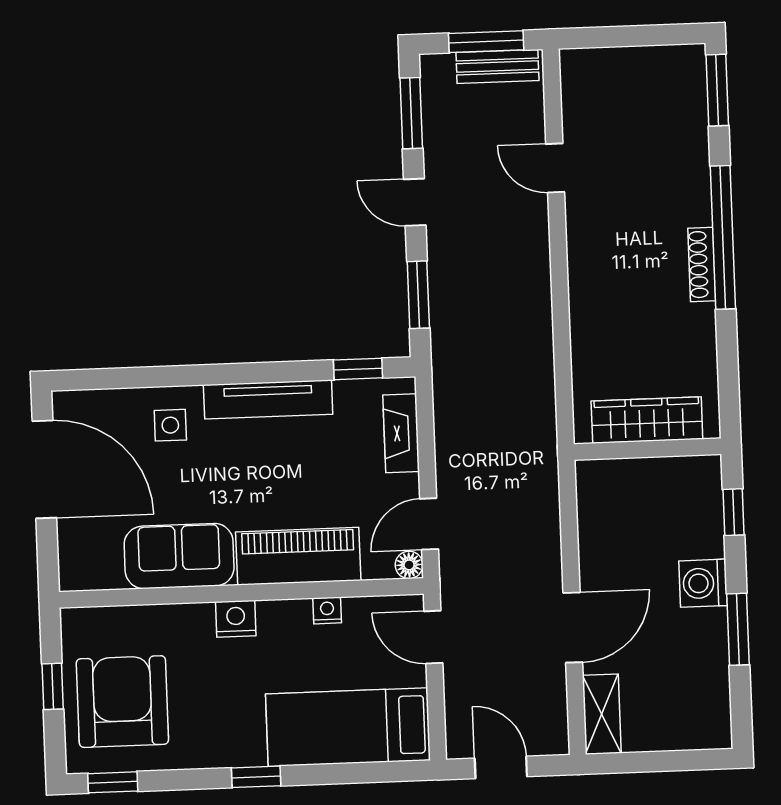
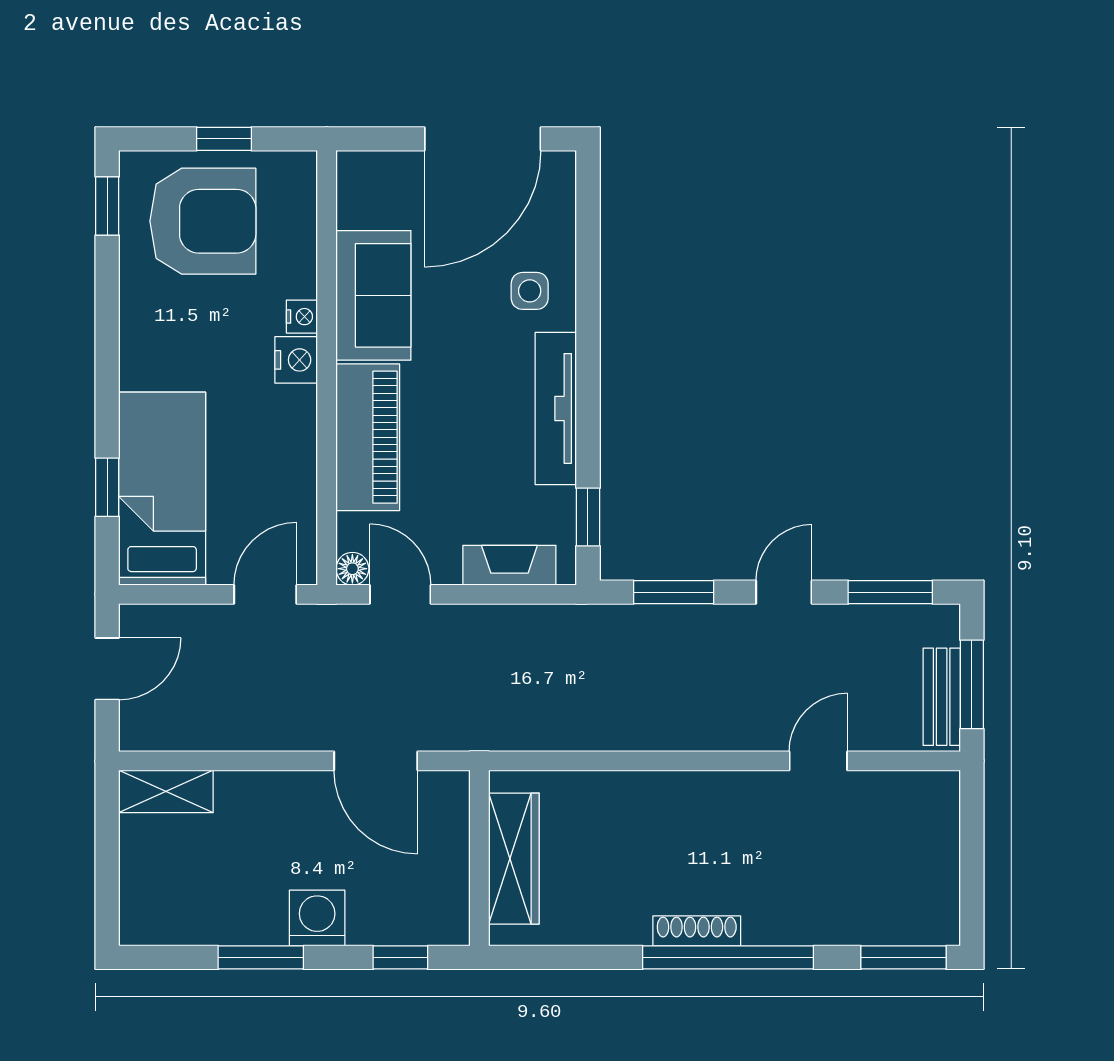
nightstand: (327, 610) -> (302, 317), moved
door: (573, 628) -> (376, 761), moved
window: (256, 777) -> (107, 487), moved

